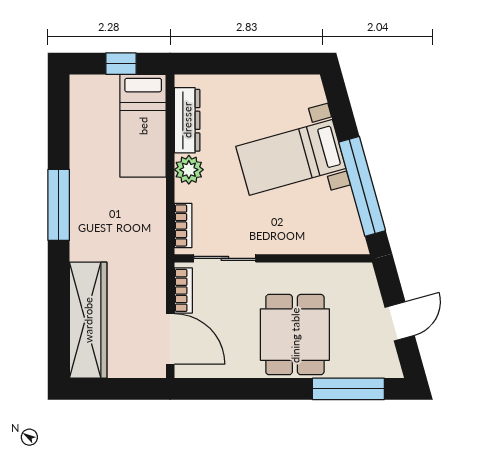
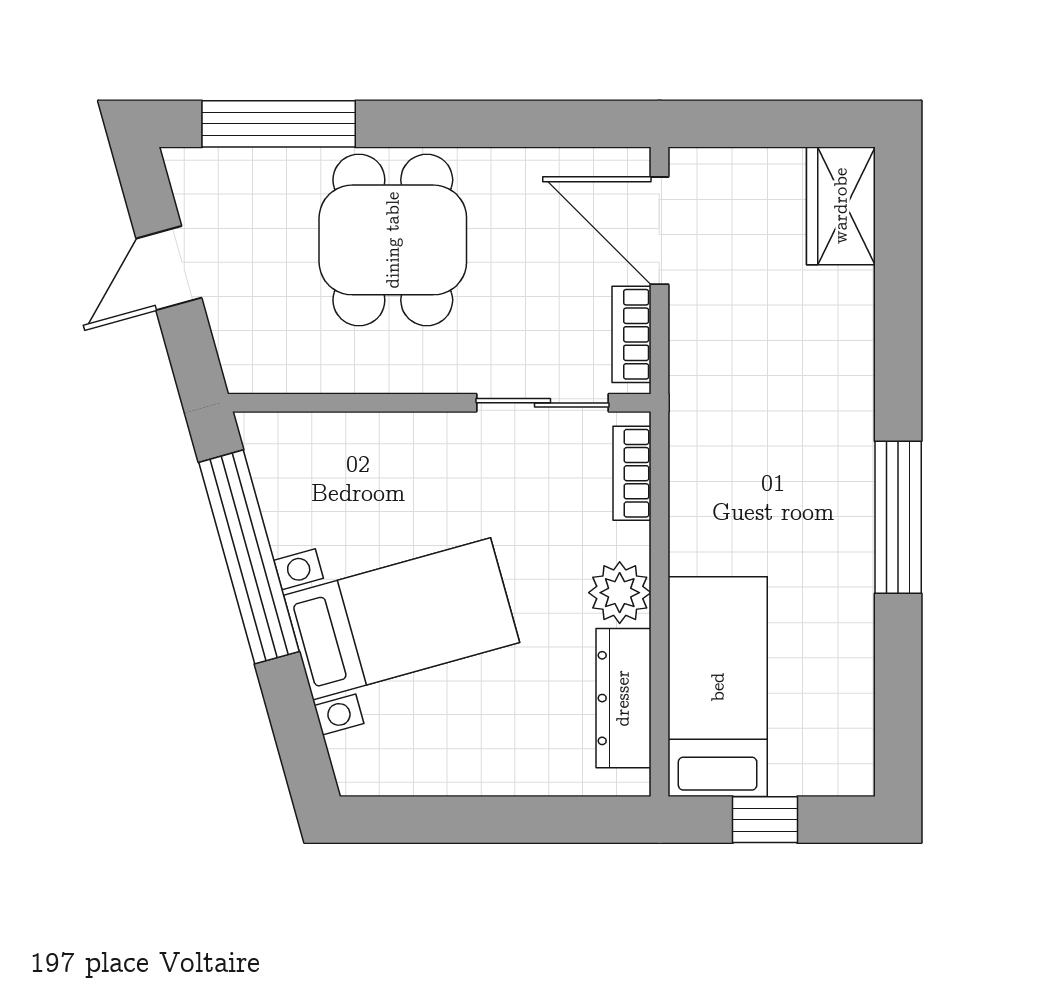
wardrobe: (88, 320) -> (841, 206), width x0.48, depth x0.85

